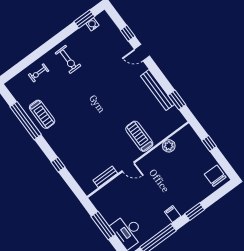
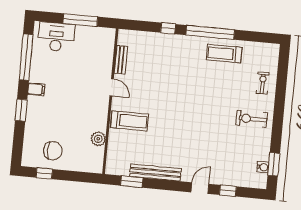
window: (26, 121) -> (210, 32), moved
window: (209, 143) -> (44, 173), moved
door: (128, 167) -> (112, 87), swing flipped
chair: (215, 176) -> (53, 151), moved

